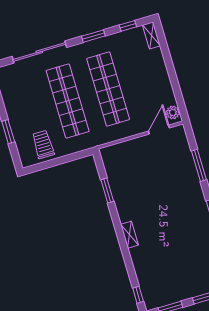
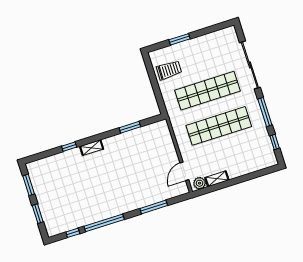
shelving: (151, 35) -> (217, 179), moved
window: (93, 36) -> (265, 112), width x1.44
door: (159, 130) -> (184, 171), swing flipped
window: (138, 295) -> (69, 147), moved

